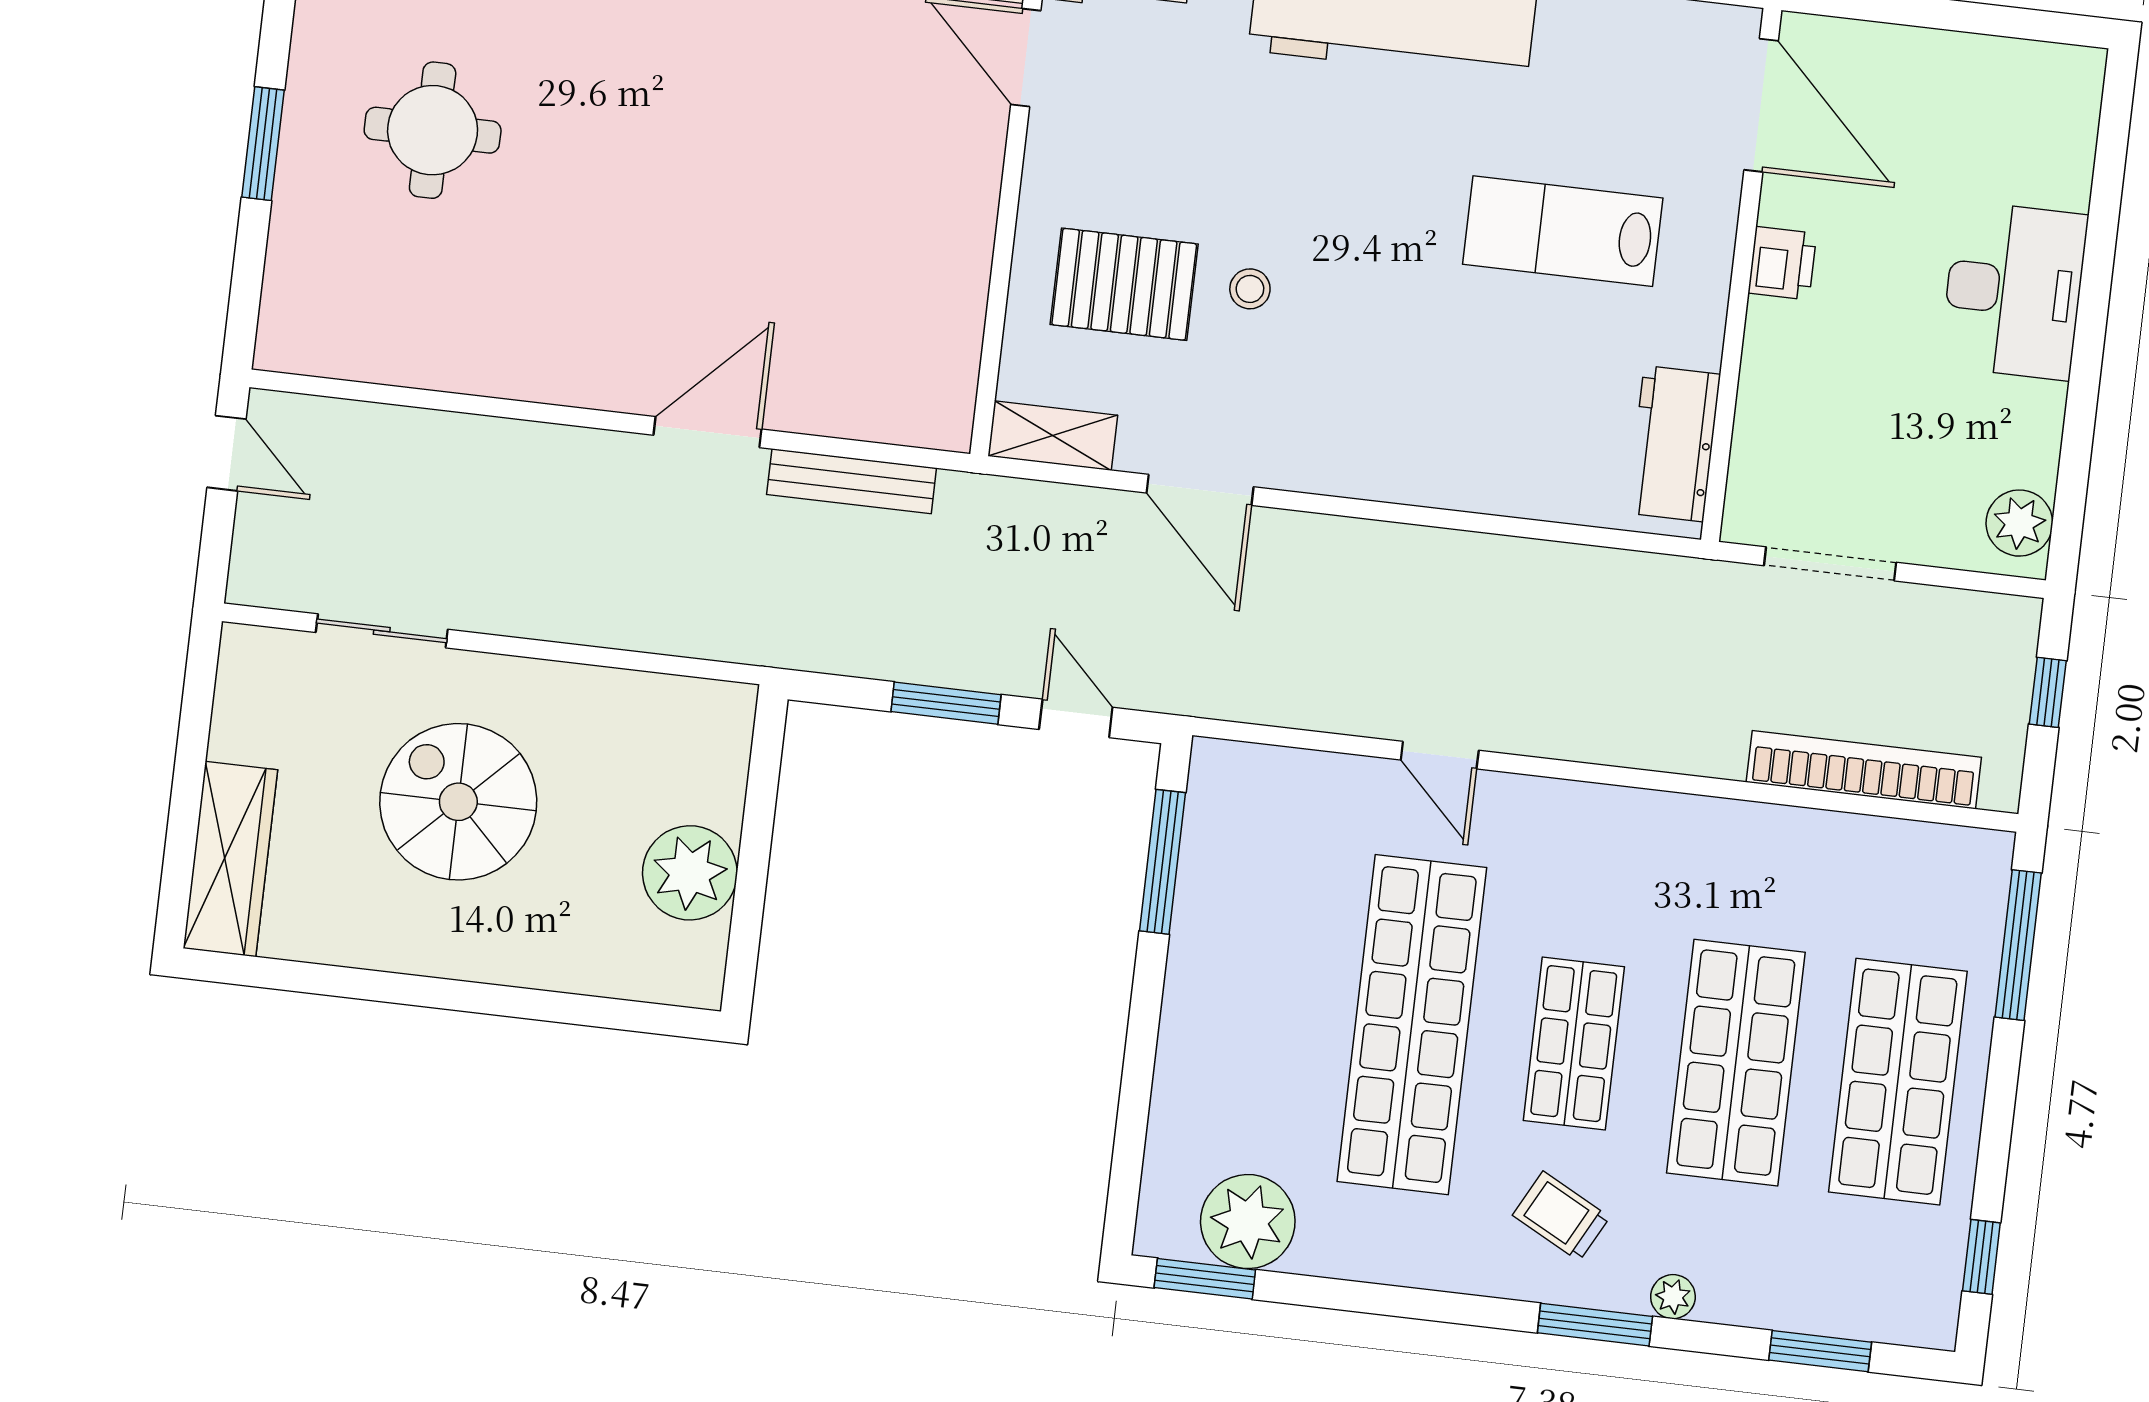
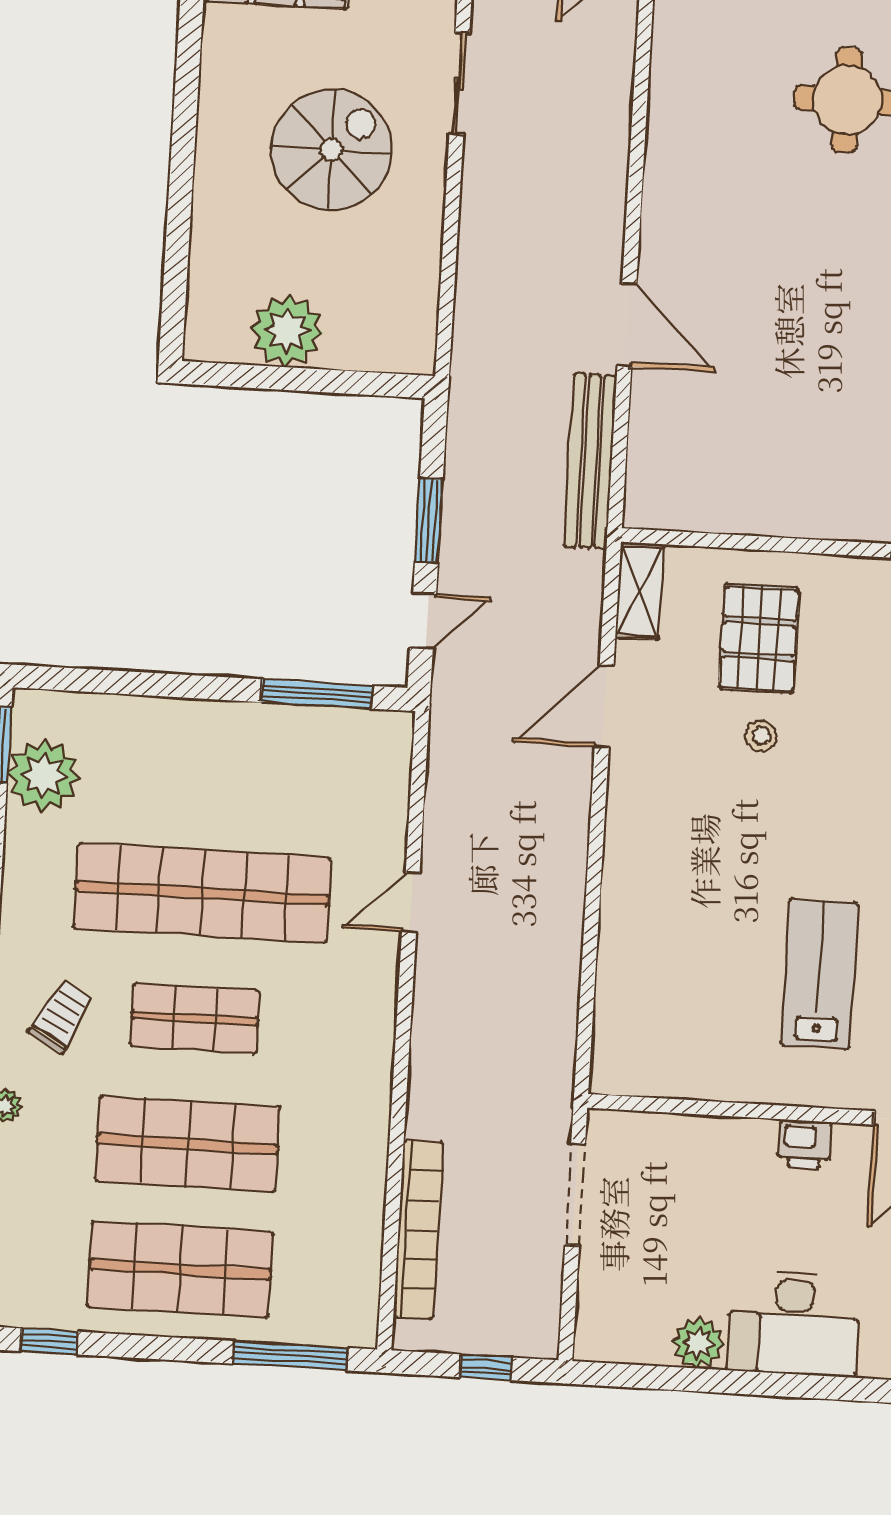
workbench: (1674, 444) -> (661, 1069), removed
bench: (852, 481) -> (590, 461), width x1.37, depth x1.21
plant: (2019, 523) -> (698, 1343), moved

